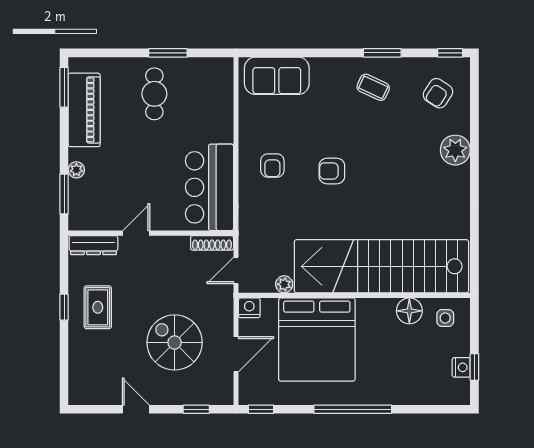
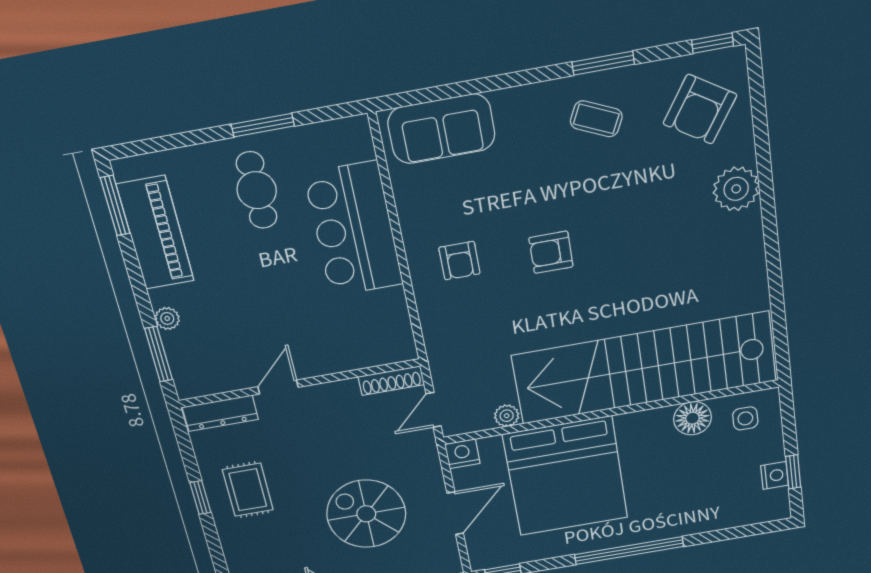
armchair: (438, 93) -> (700, 109), width x1.38, depth x1.38
bar counter: (209, 187) -> (354, 229), moved

